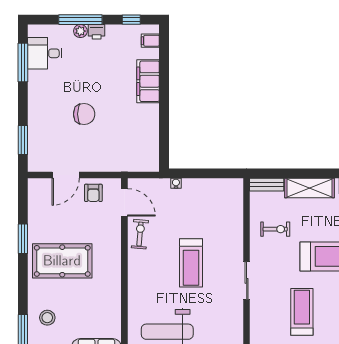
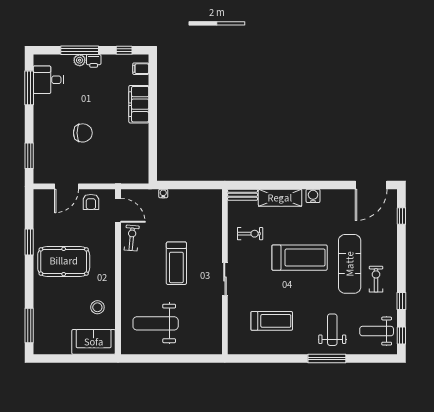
treadmill: (302, 312) -> (272, 321), moved, turned 90
stool: (47, 318) -> (97, 307), moved

